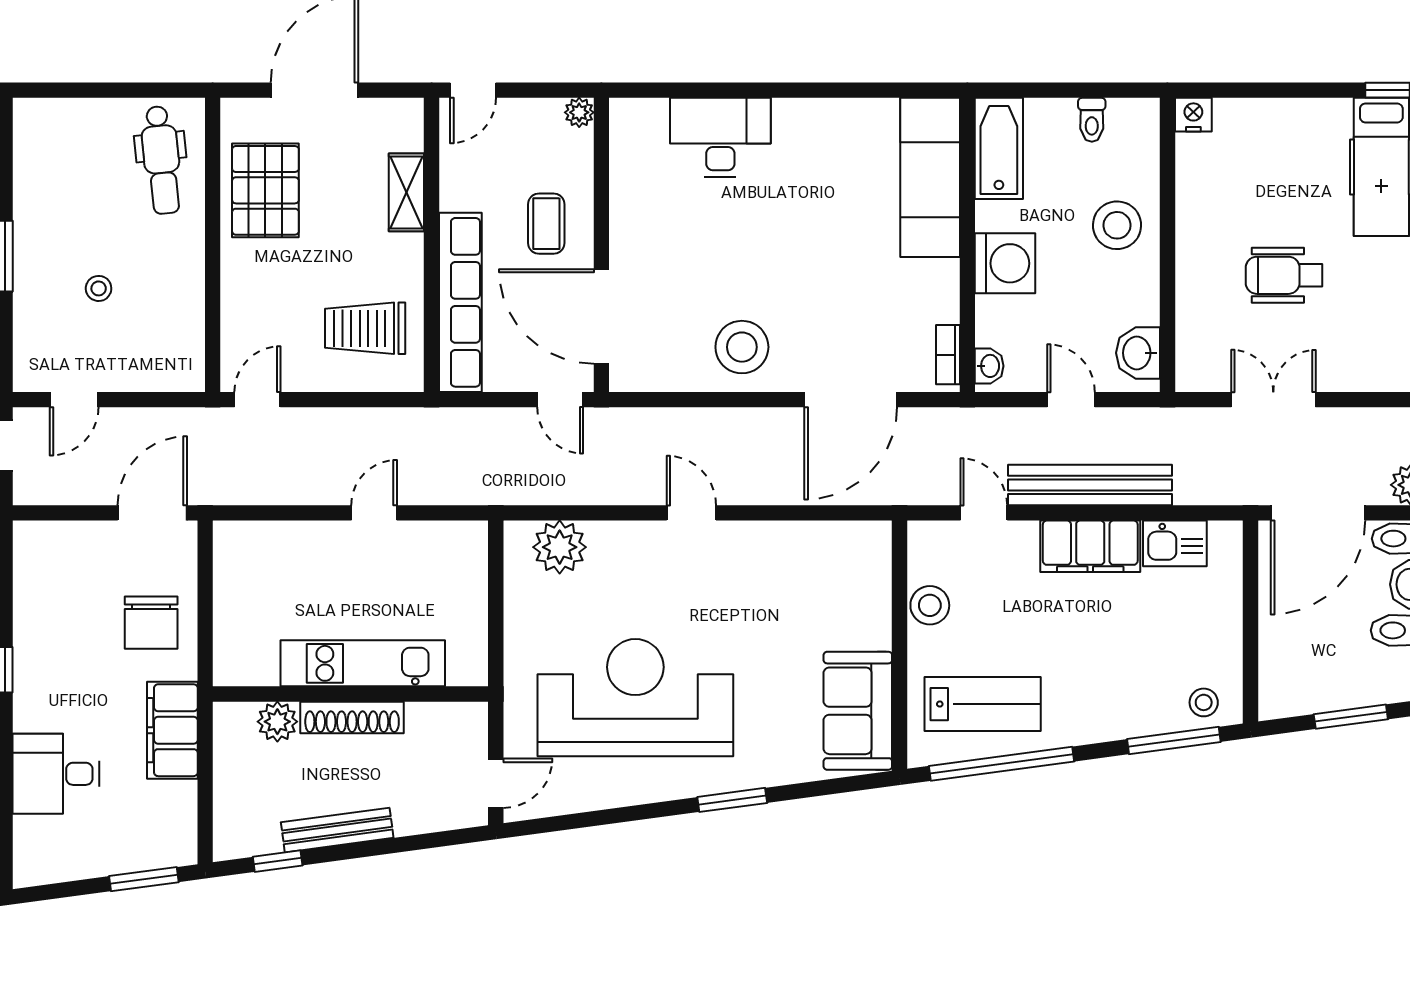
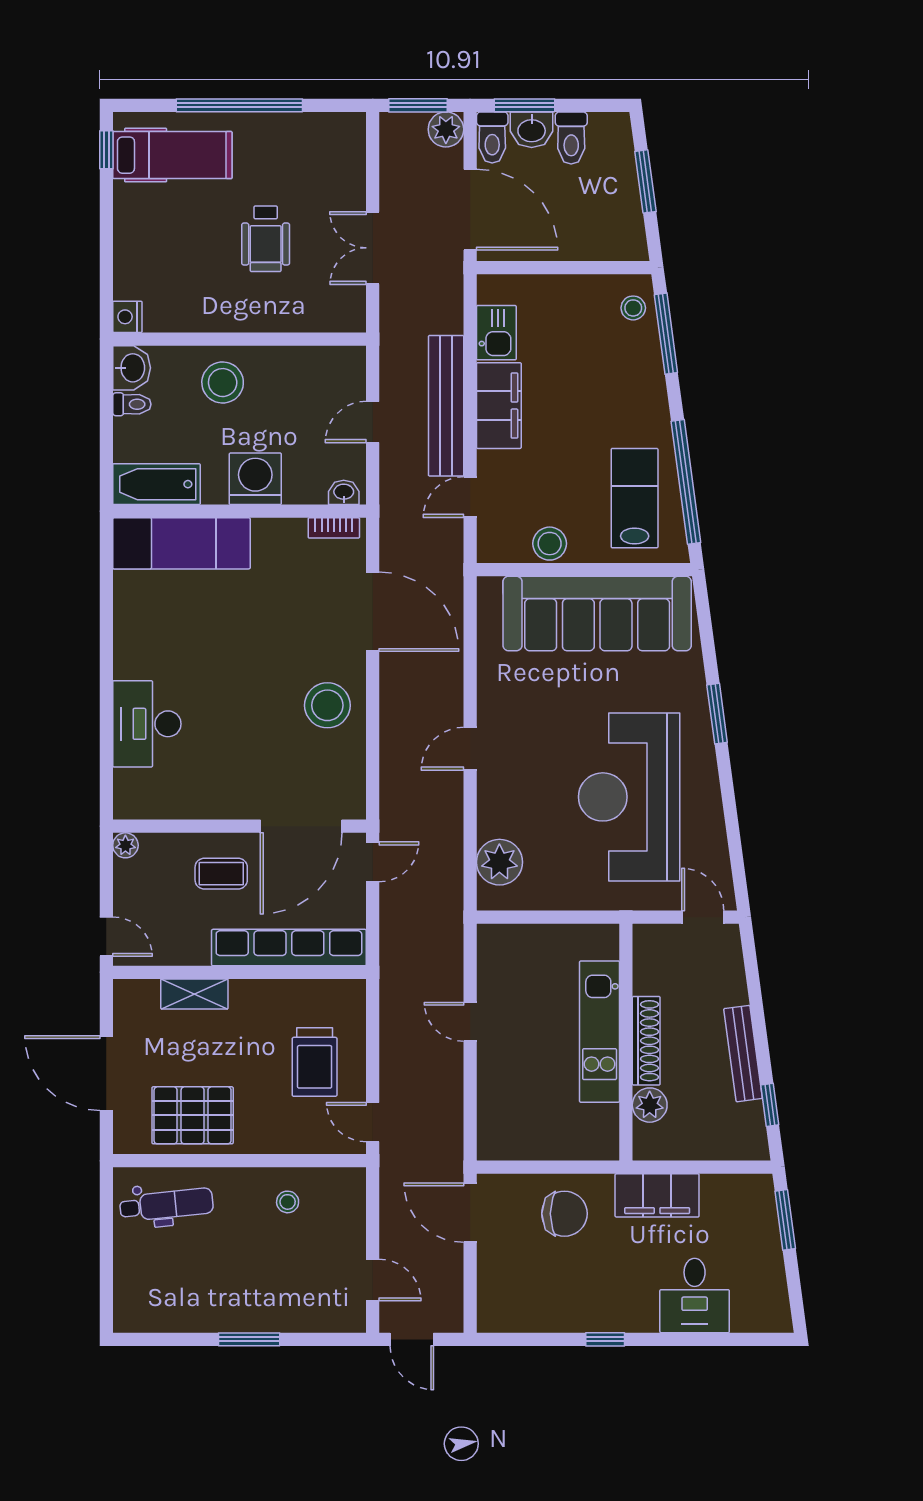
stool: (99, 288) -> (288, 1202), moved
trolley: (365, 328) -> (315, 1062), moved
washbasin: (1138, 353) -> (132, 368), moved, turned -90
sofa: (858, 711) -> (597, 614), width x1.85, depth x1.27

